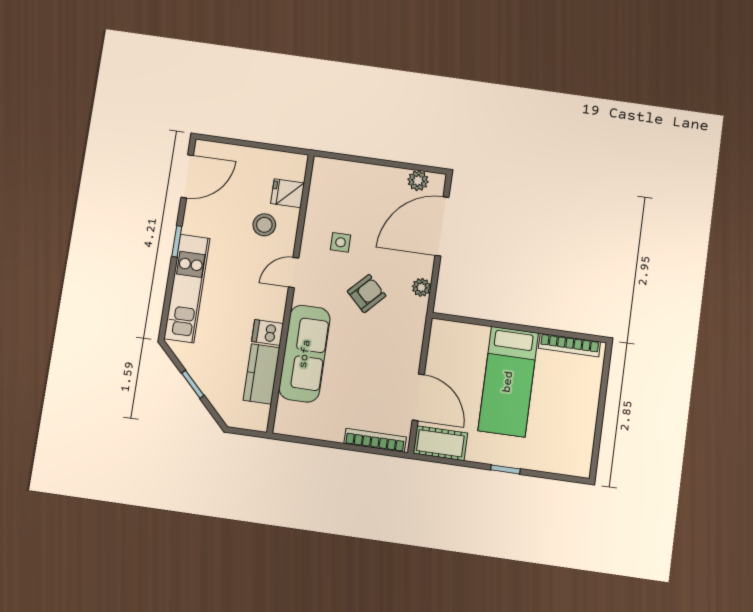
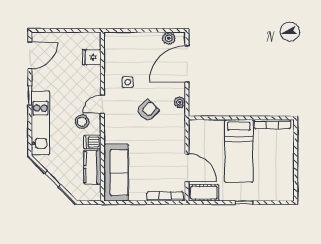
stool: (264, 225) -> (82, 122), moved
sofa: (305, 354) -> (116, 173), moved

